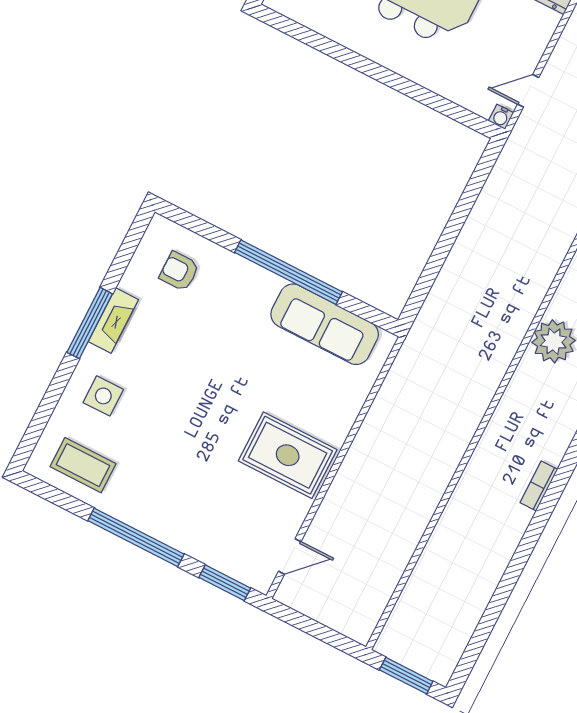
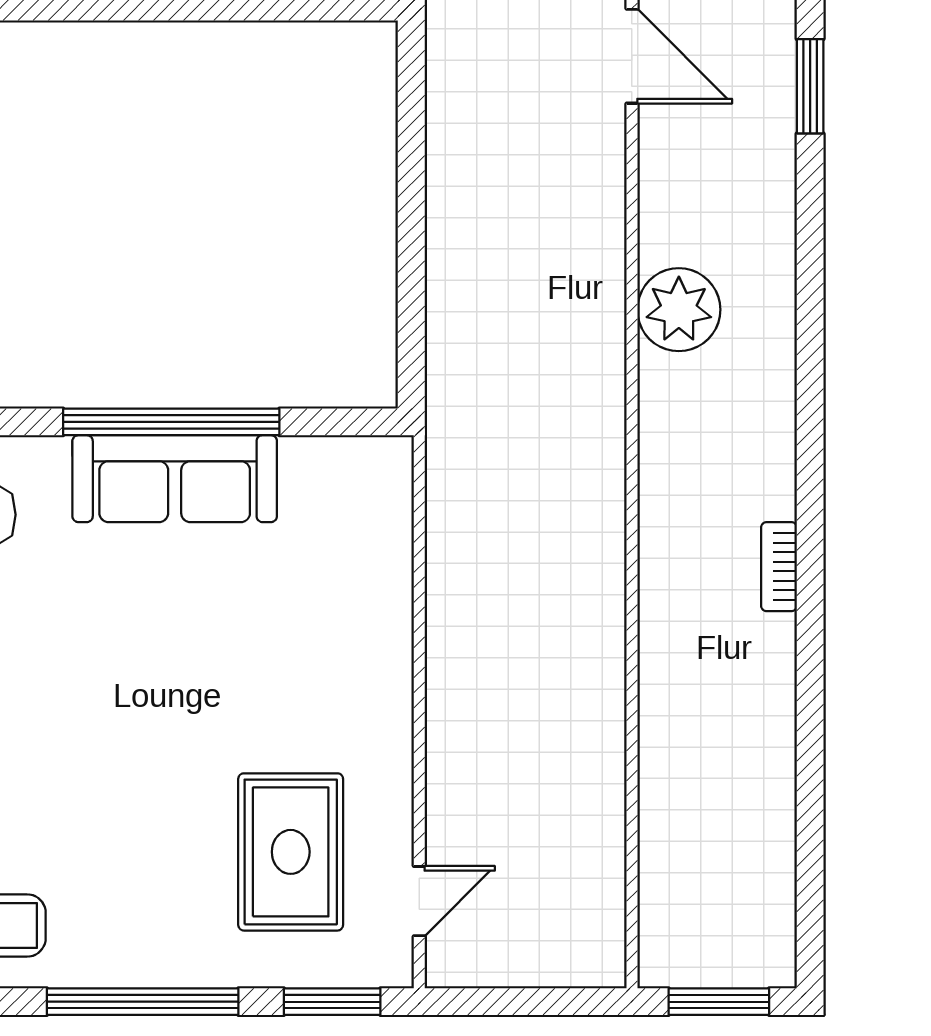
sofa: (325, 324) -> (175, 479), moved
rug: (288, 455) -> (291, 852), moved, turned 90

